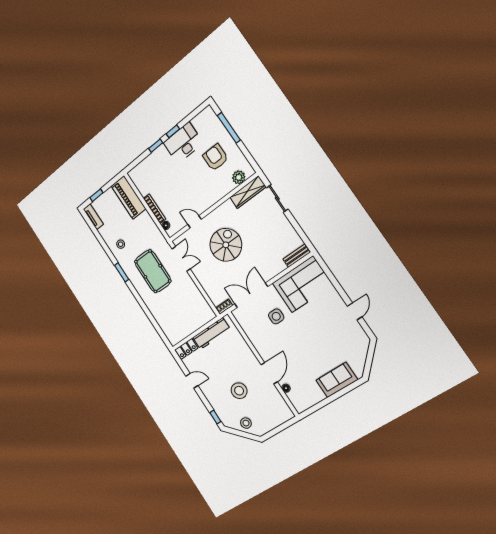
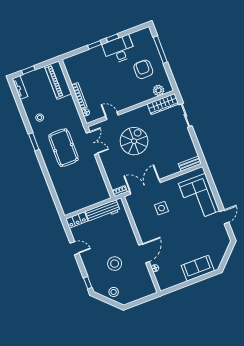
corner sofa: (303, 284) -> (199, 197), moved, turned 90

